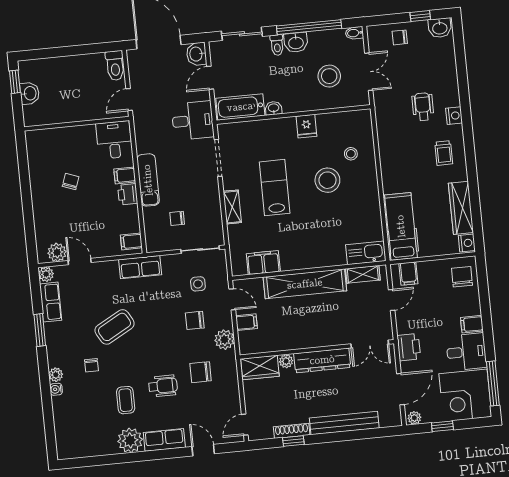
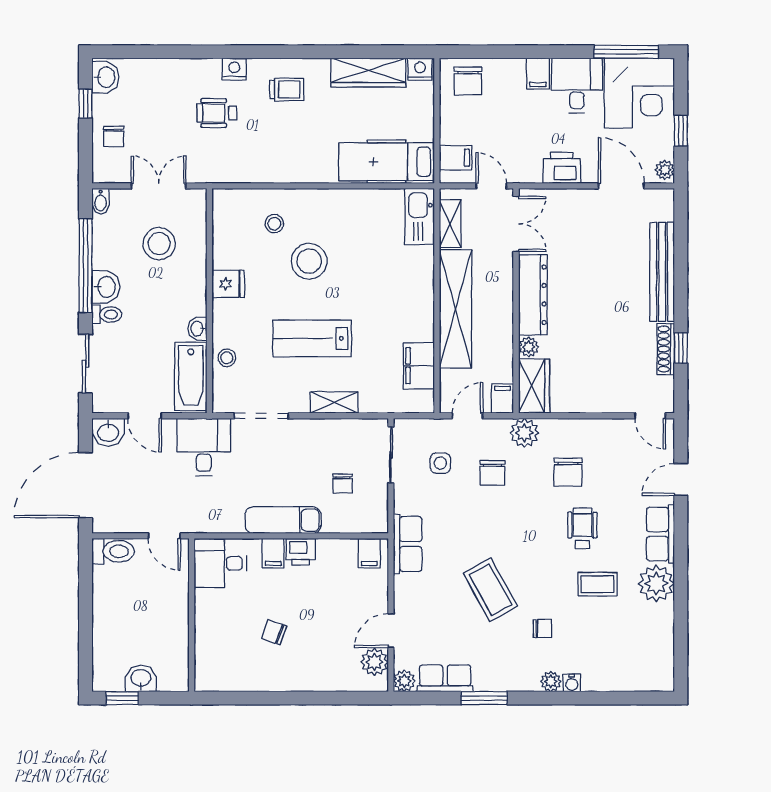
stool: (256, 130) -> (227, 358), added
chair: (462, 277) -> (468, 81), turned -90
double door: (370, 344) -> (516, 224), moved
wall: (317, 349) -> (516, 301), moved
dresser: (322, 360) -> (533, 295), moved
plant: (286, 361) -> (529, 347), moved
wardrobe: (260, 368) -> (534, 386), moved

